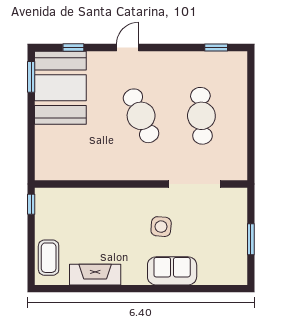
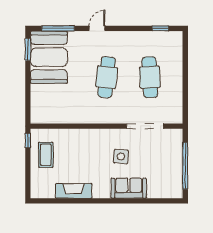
window: (73, 48) -> (58, 28), width x2.17
cafe table: (141, 116) -> (107, 77), turned 30
window: (251, 239) -> (185, 166), width x2.11
coffee table: (49, 258) -> (46, 155), moved

